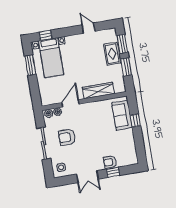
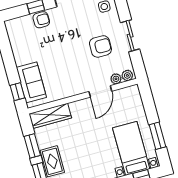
wardrobe: (98, 91) -> (50, 116), moved
window: (135, 121) -> (17, 92), moved
sliding door: (44, 143) -> (130, 36), width x0.73

